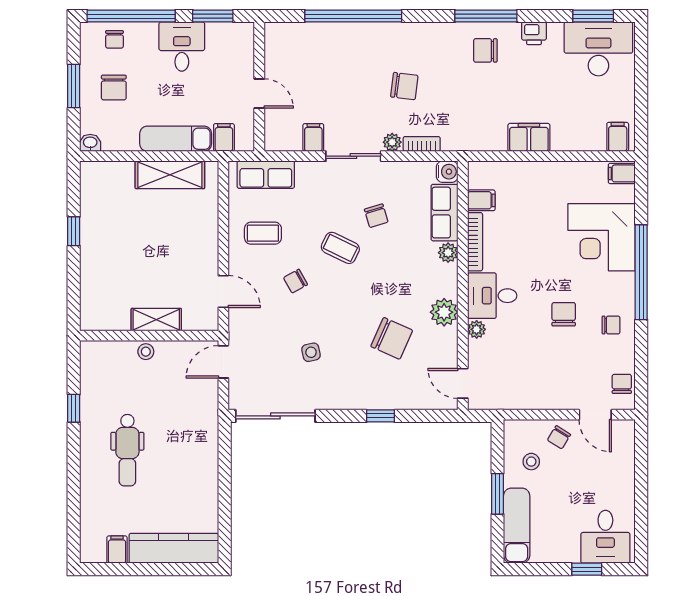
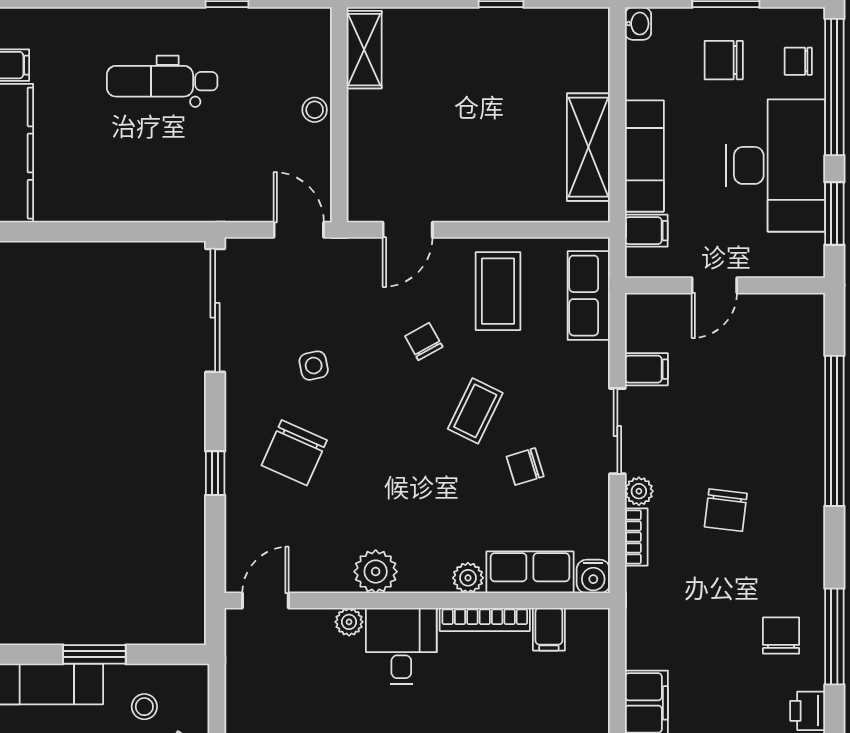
desk: (182, 47) -> (776, 165), width x1.87, depth x1.30
coffee table: (263, 233) -> (498, 291), width x1.36, depth x1.30
shelving: (156, 320) -> (364, 50), moved
chair: (392, 338) -> (294, 453), moved

